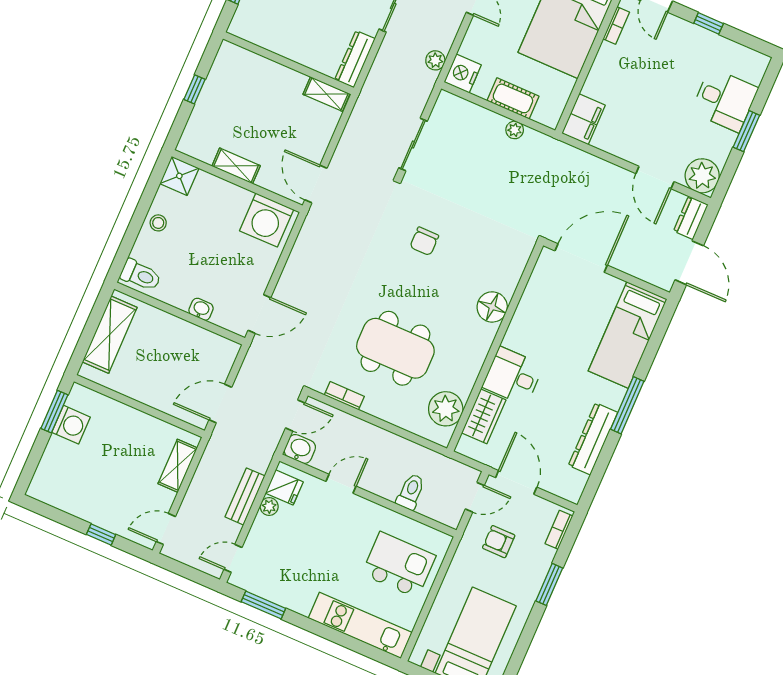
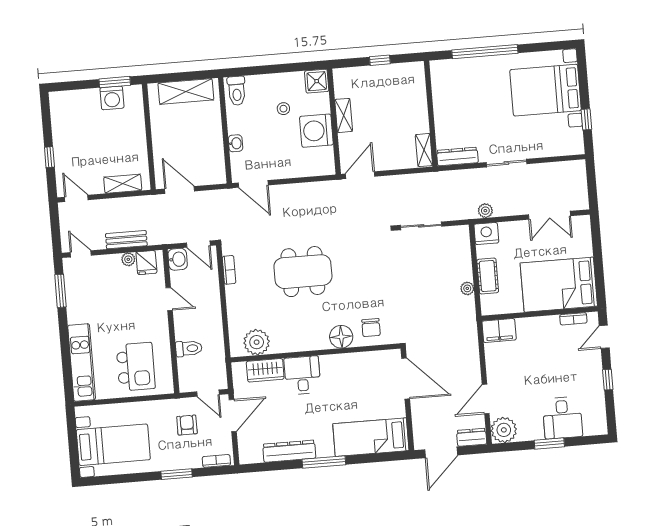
washing machine: (267, 220) -> (316, 131), moved
stool: (158, 223) -> (283, 109), moved
chair: (424, 241) -> (371, 328), moved, turned -90
dining table: (395, 348) -> (303, 272), moved, turned 90

